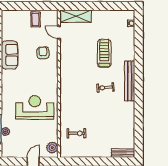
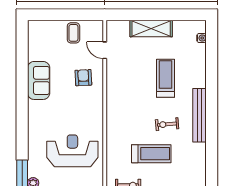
shelving: (75, 16) -> (151, 29), moved
treadmill: (94, 110) -> (151, 154), added

